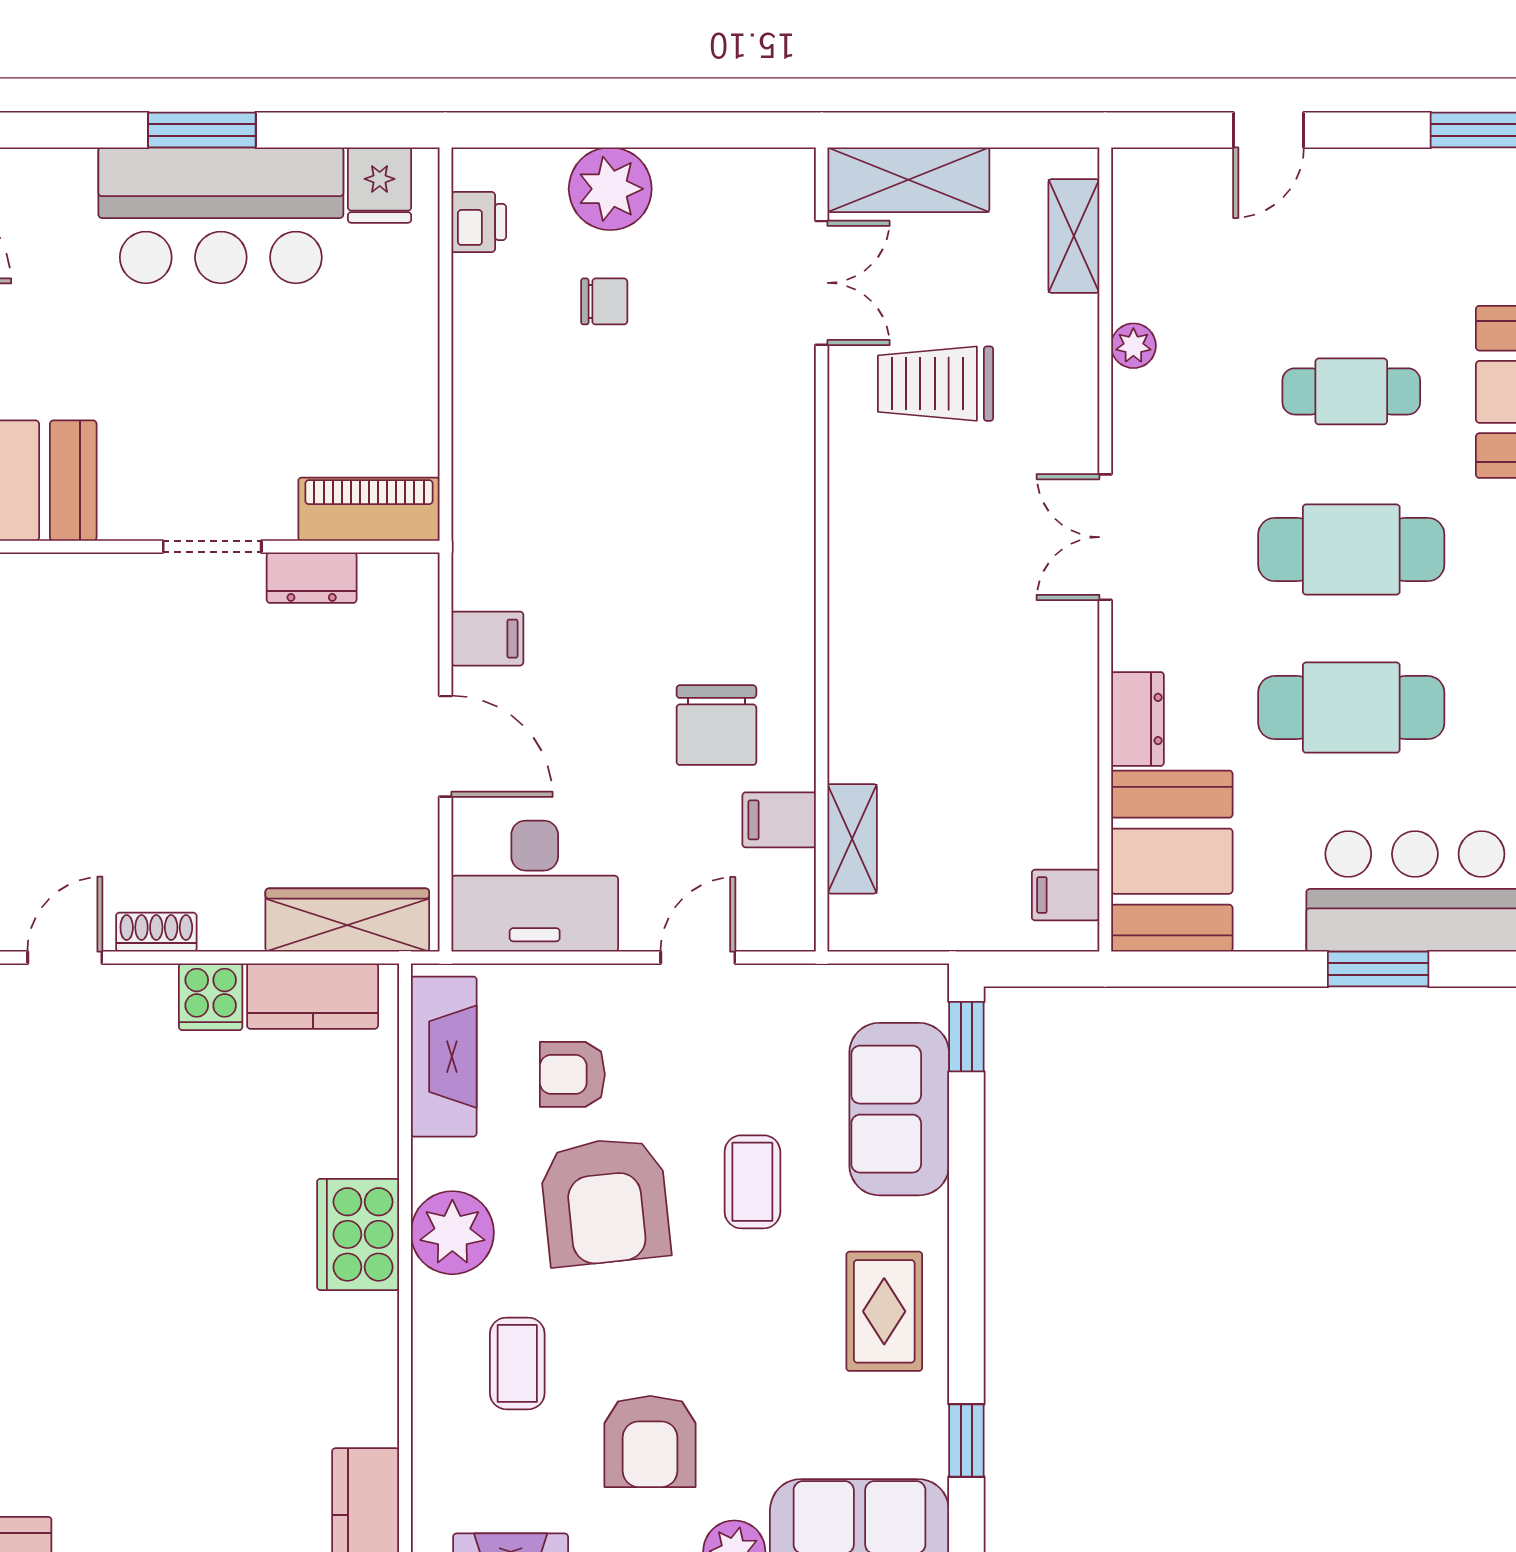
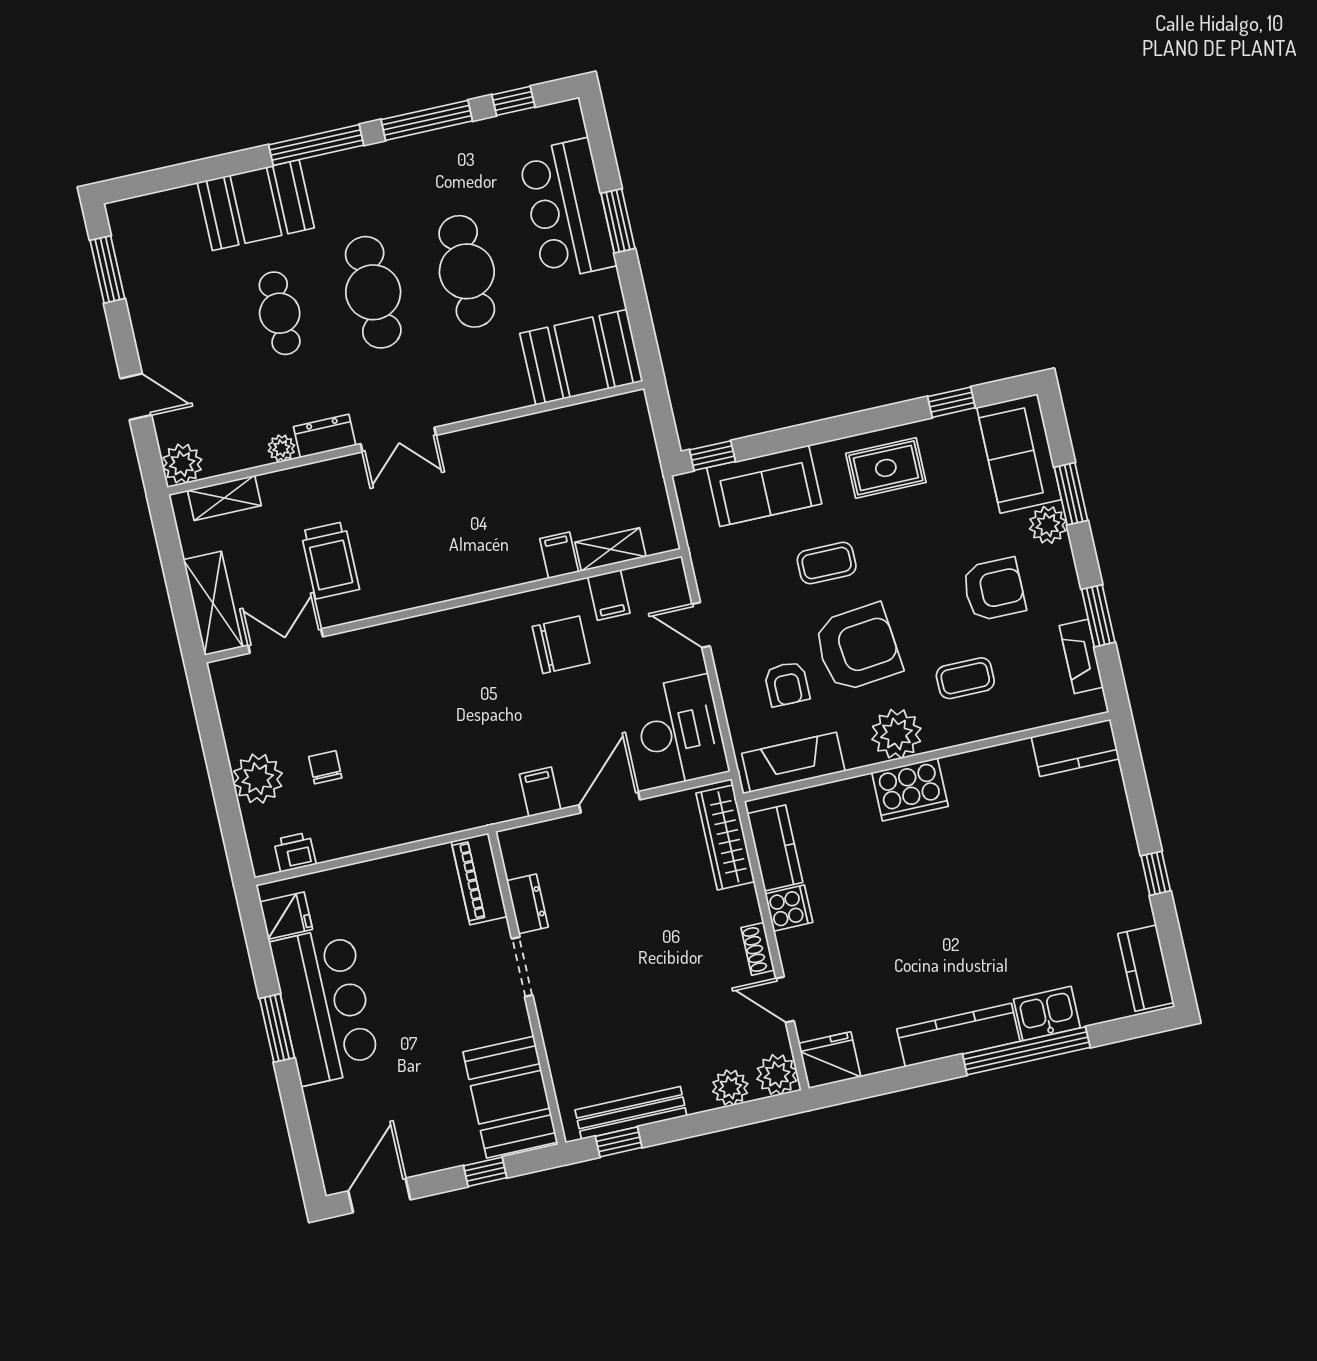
plant: (1144, 180) -> (182, 464), added
dresser: (1137, 719) -> (325, 436), moved
filing cabinet: (1066, 895) -> (559, 555), moved, turned 180

